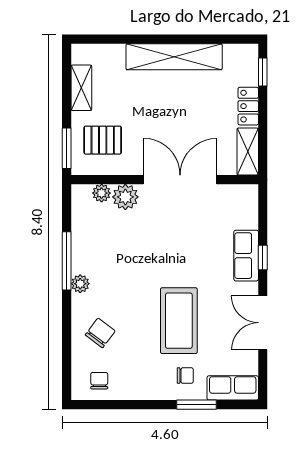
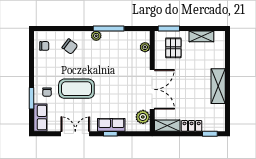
shelving: (174, 57) -> (218, 86), width x0.68
plant: (125, 197) -> (143, 117), moved

